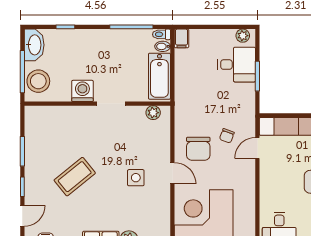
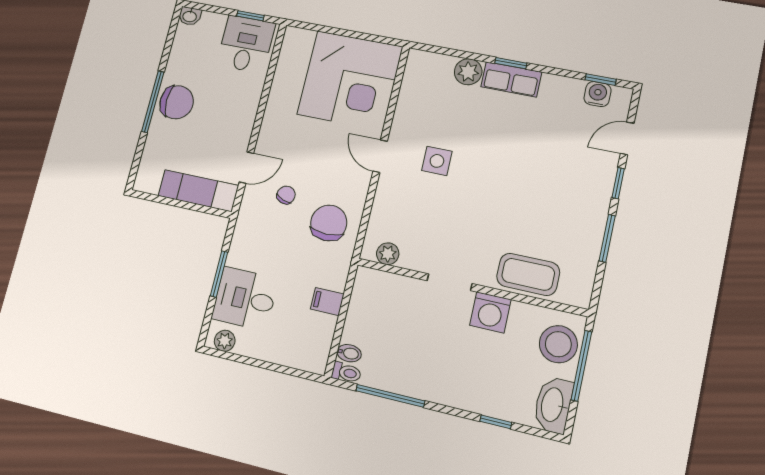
filing cabinet: (181, 38) -> (327, 301), moved, turned -90
bathtub: (159, 76) -> (365, 308), removed
chair: (198, 149) -> (329, 223), moved
coffee table: (75, 177) -> (528, 274), moved, turned 39

